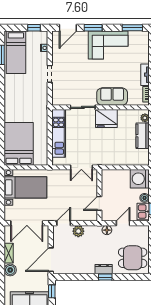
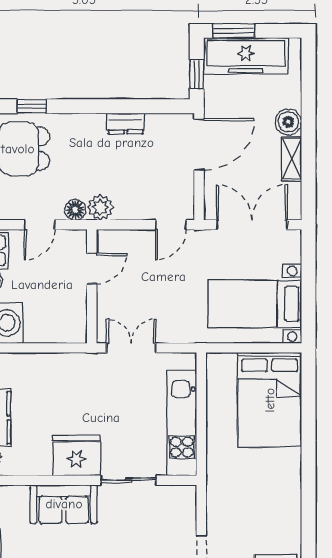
plant: (78, 231) -> (100, 207), moved
dresser: (104, 269) -> (126, 123), moved
window: (105, 277) -> (32, 106), moved

